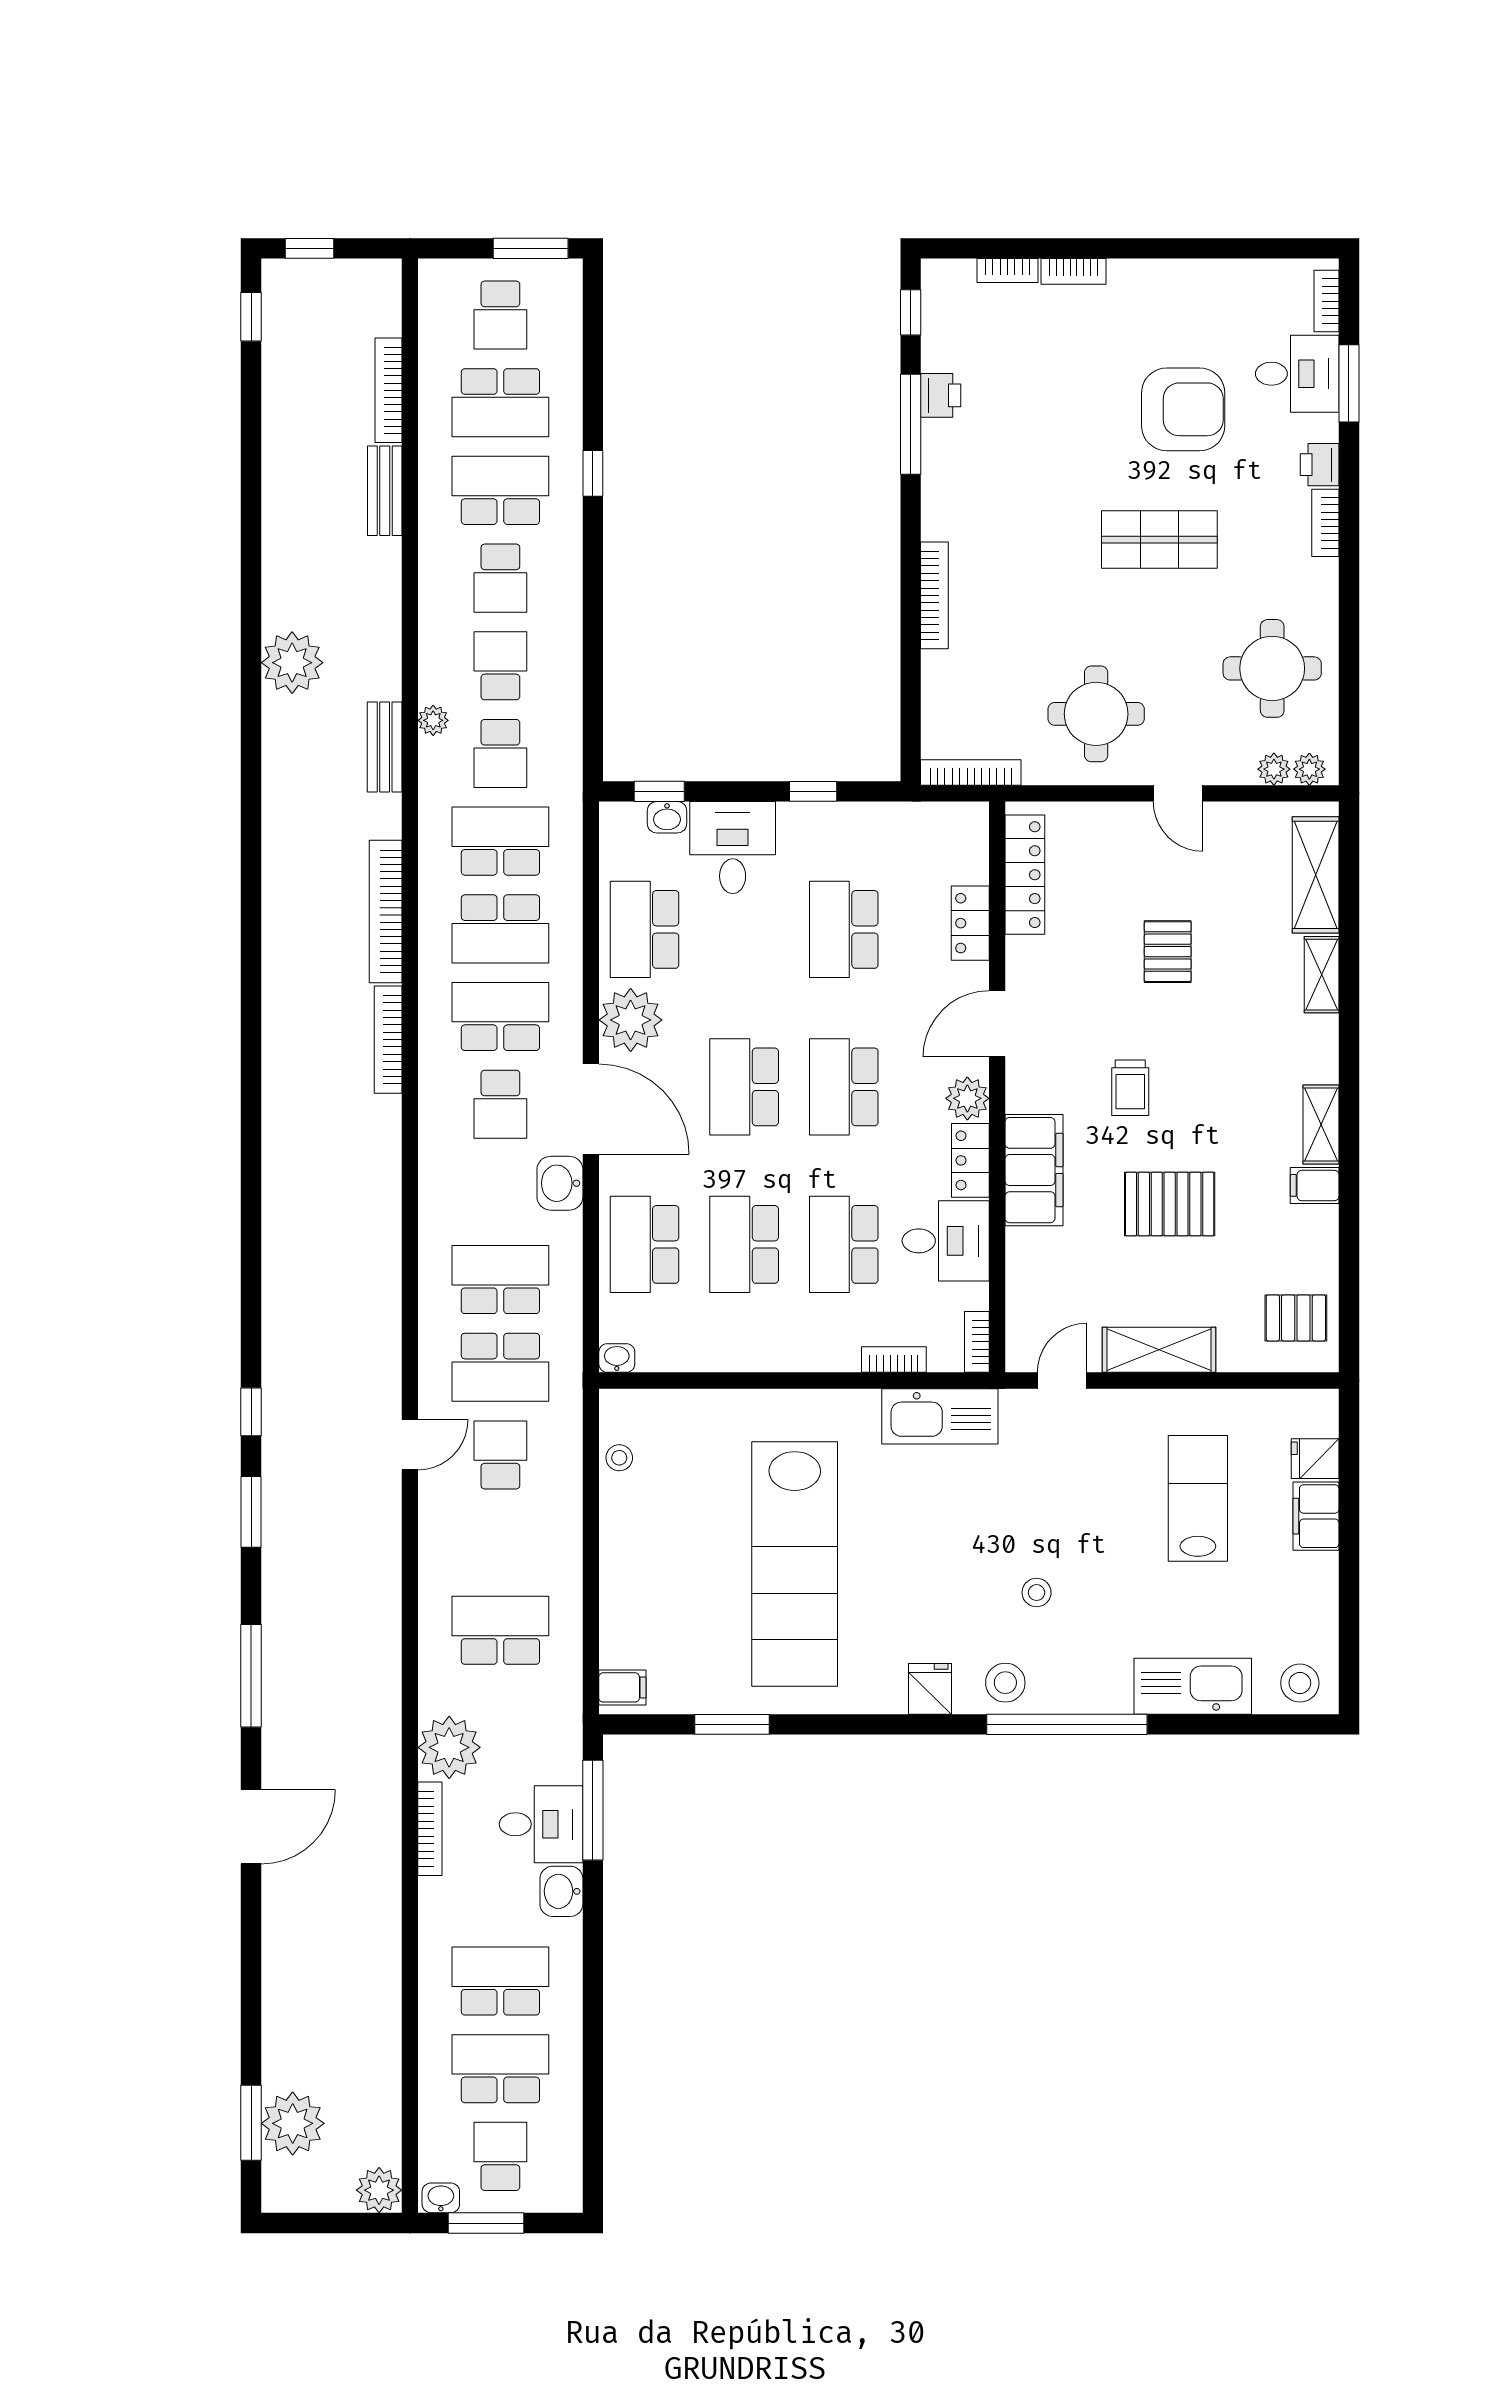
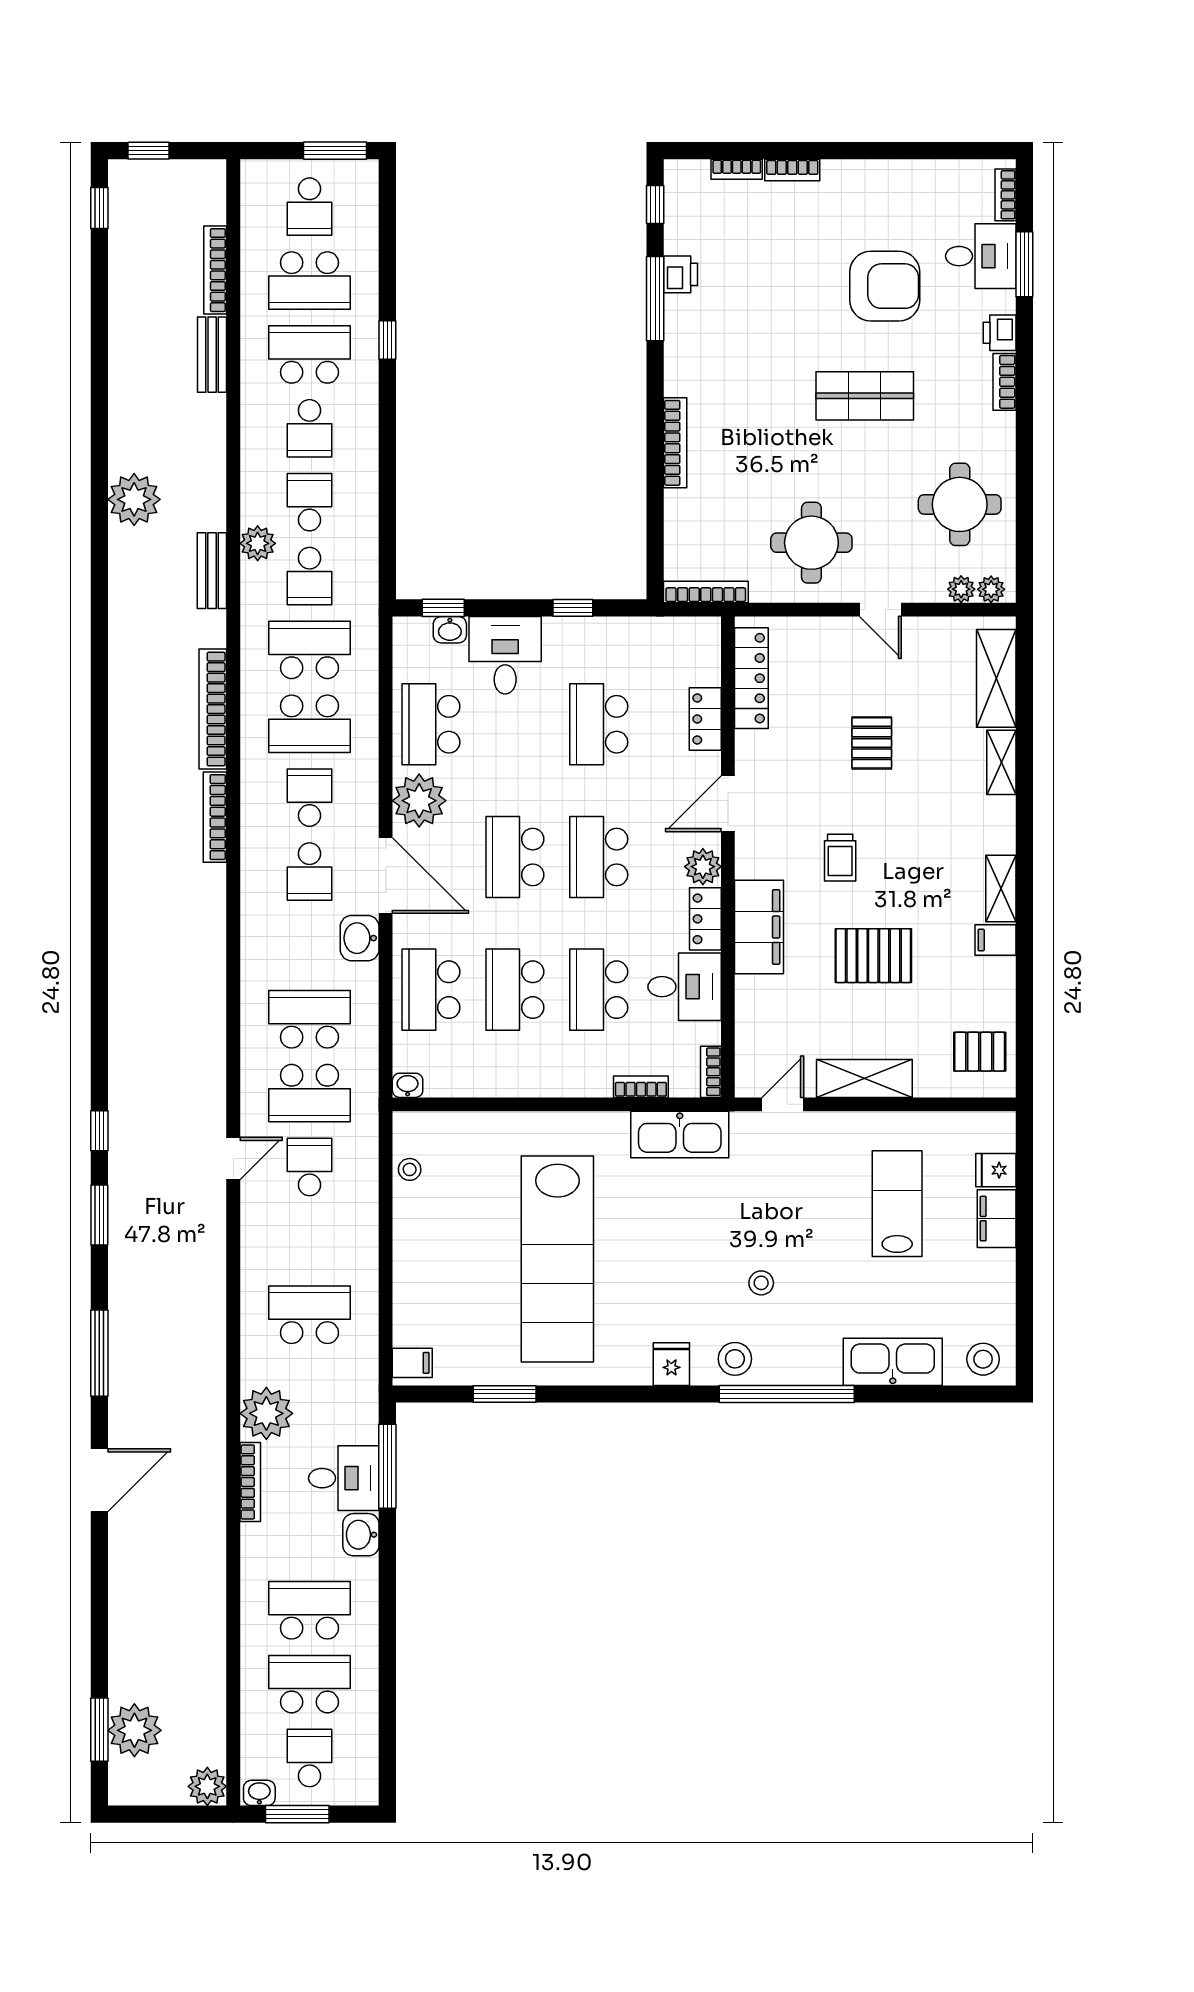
plant: (433, 720) -> (258, 543), width x1.38, depth x1.38
school desk: (500, 1017) -> (309, 798), width x0.54

